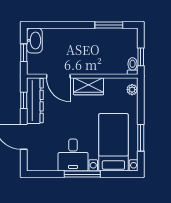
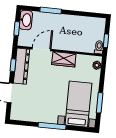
window: (109, 25) -> (51, 10), moved
door: (58, 76) -> (41, 49), swing flipped
desk: (73, 155) -> (46, 111), removed

